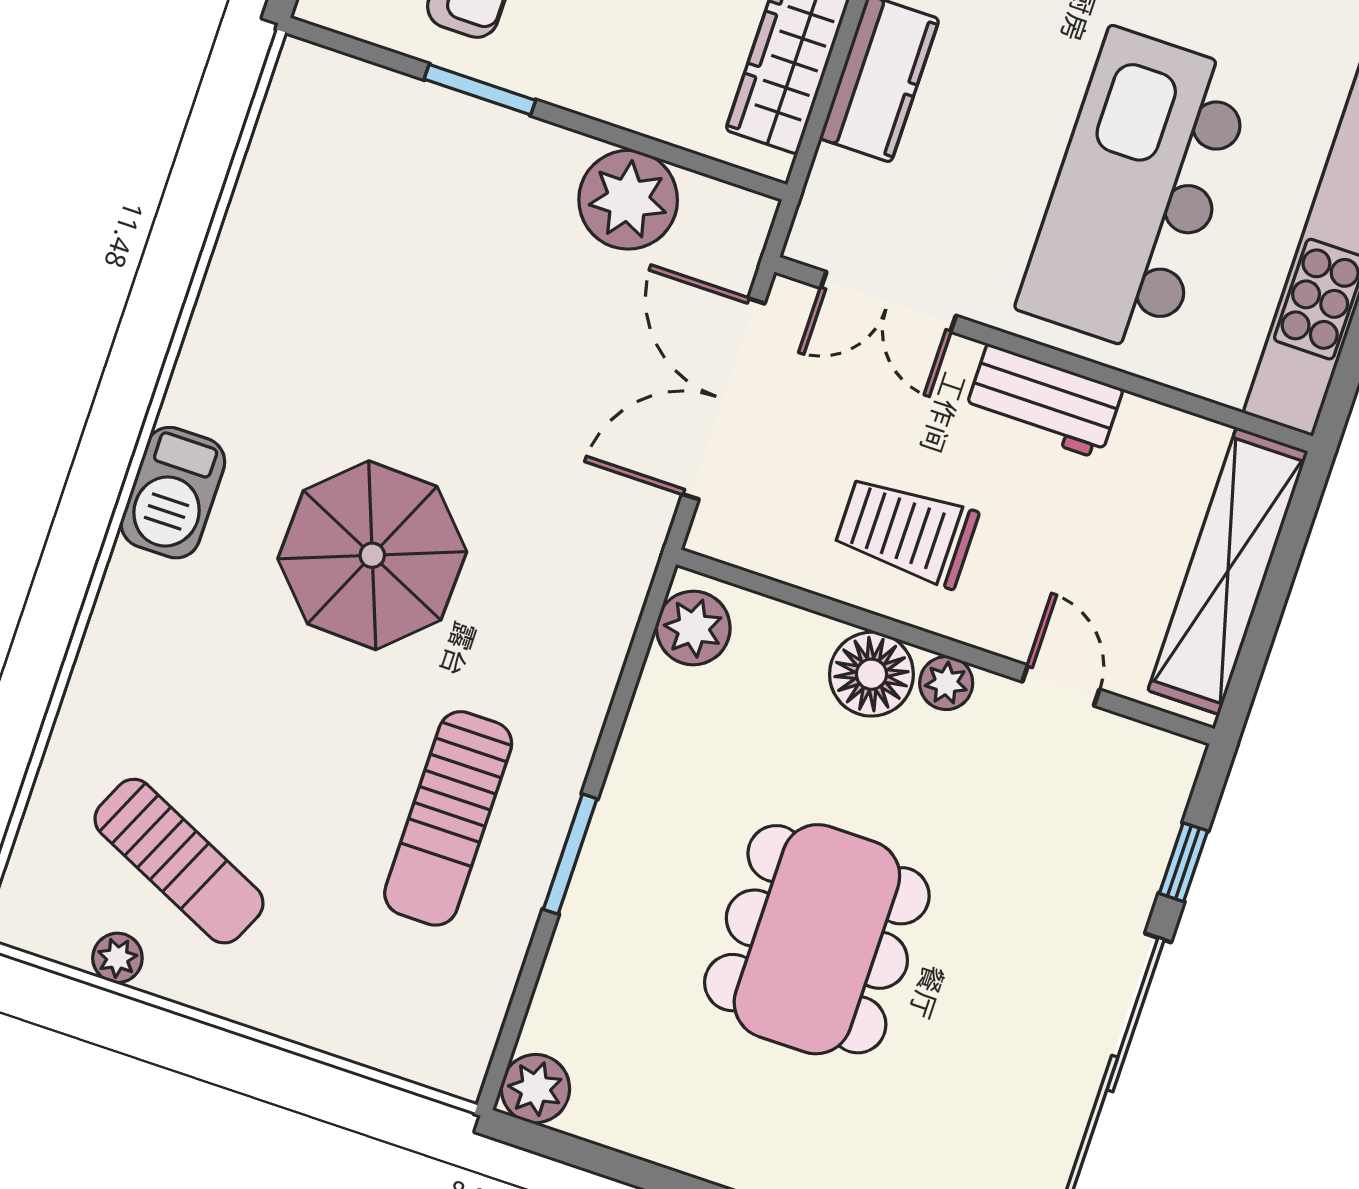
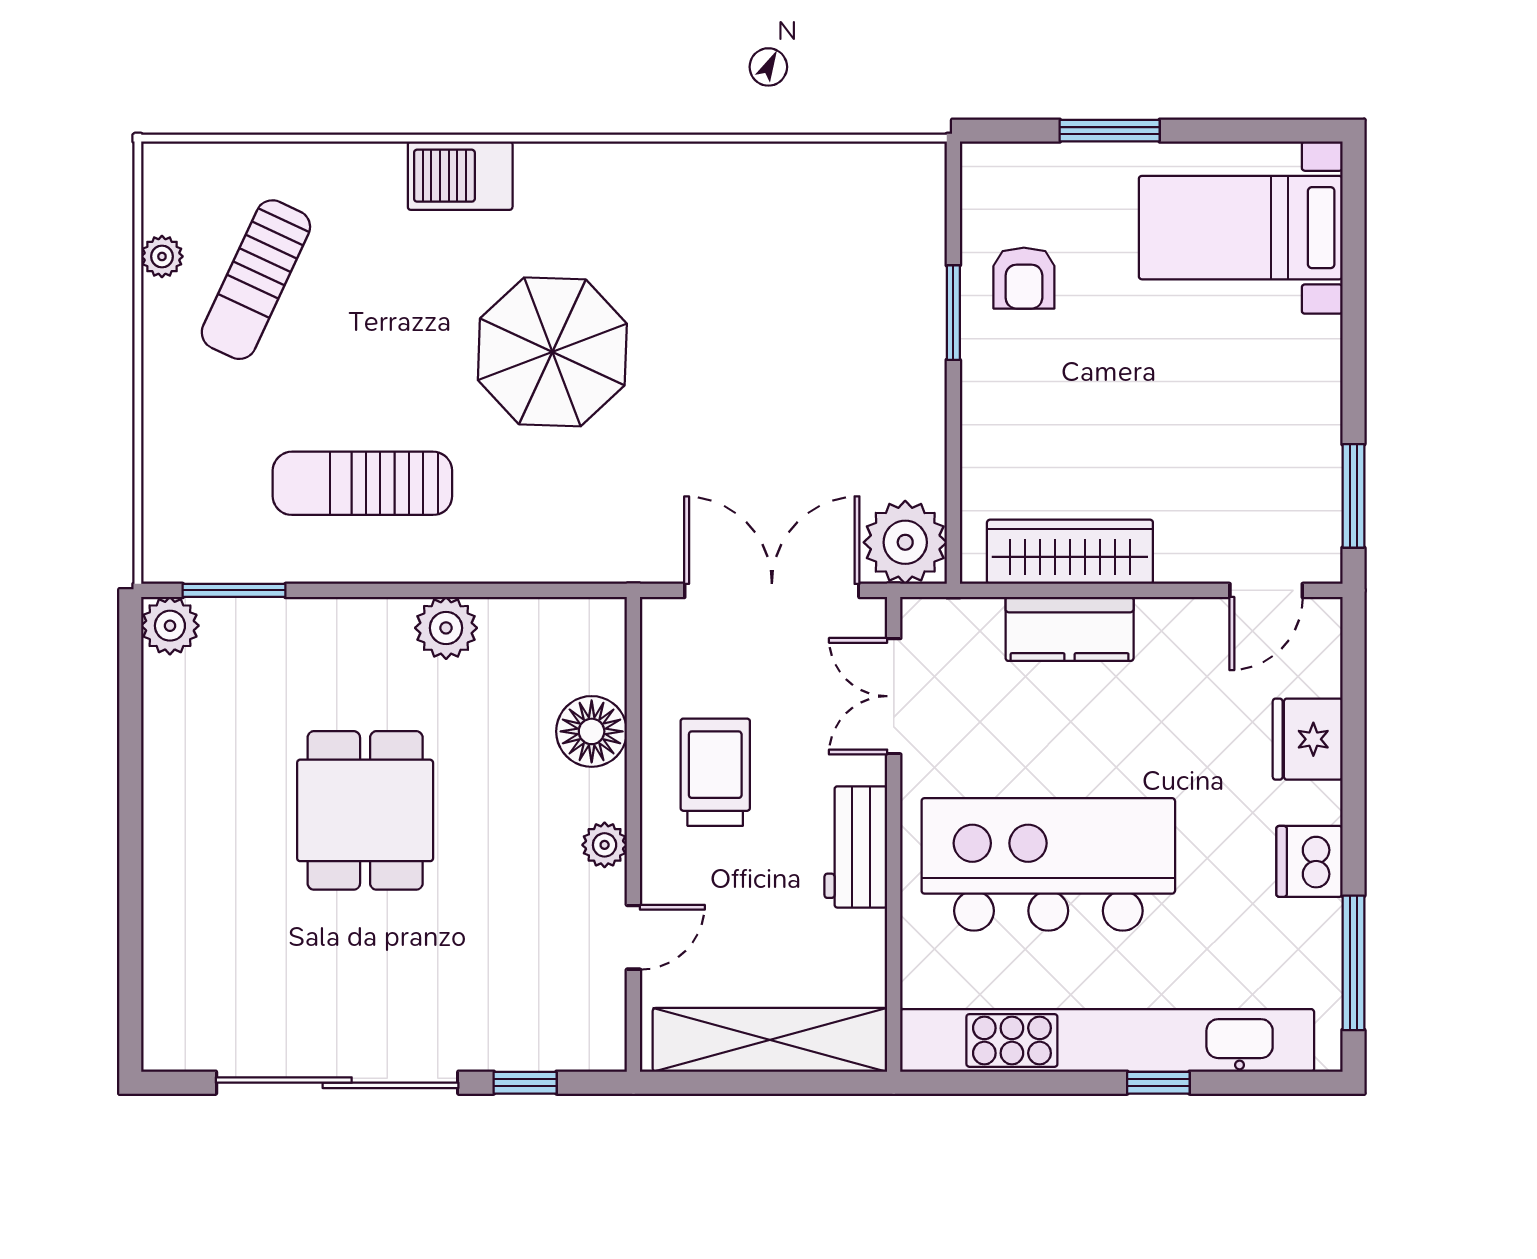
plant: (628, 200) -> (905, 542), moved
barbecue: (173, 493) -> (460, 176), moved
plant: (693, 628) -> (446, 628), moved
floor lamp: (871, 674) -> (592, 731), moved
window: (570, 854) -> (234, 590), moved
dining table: (817, 939) -> (365, 810), width x0.73

